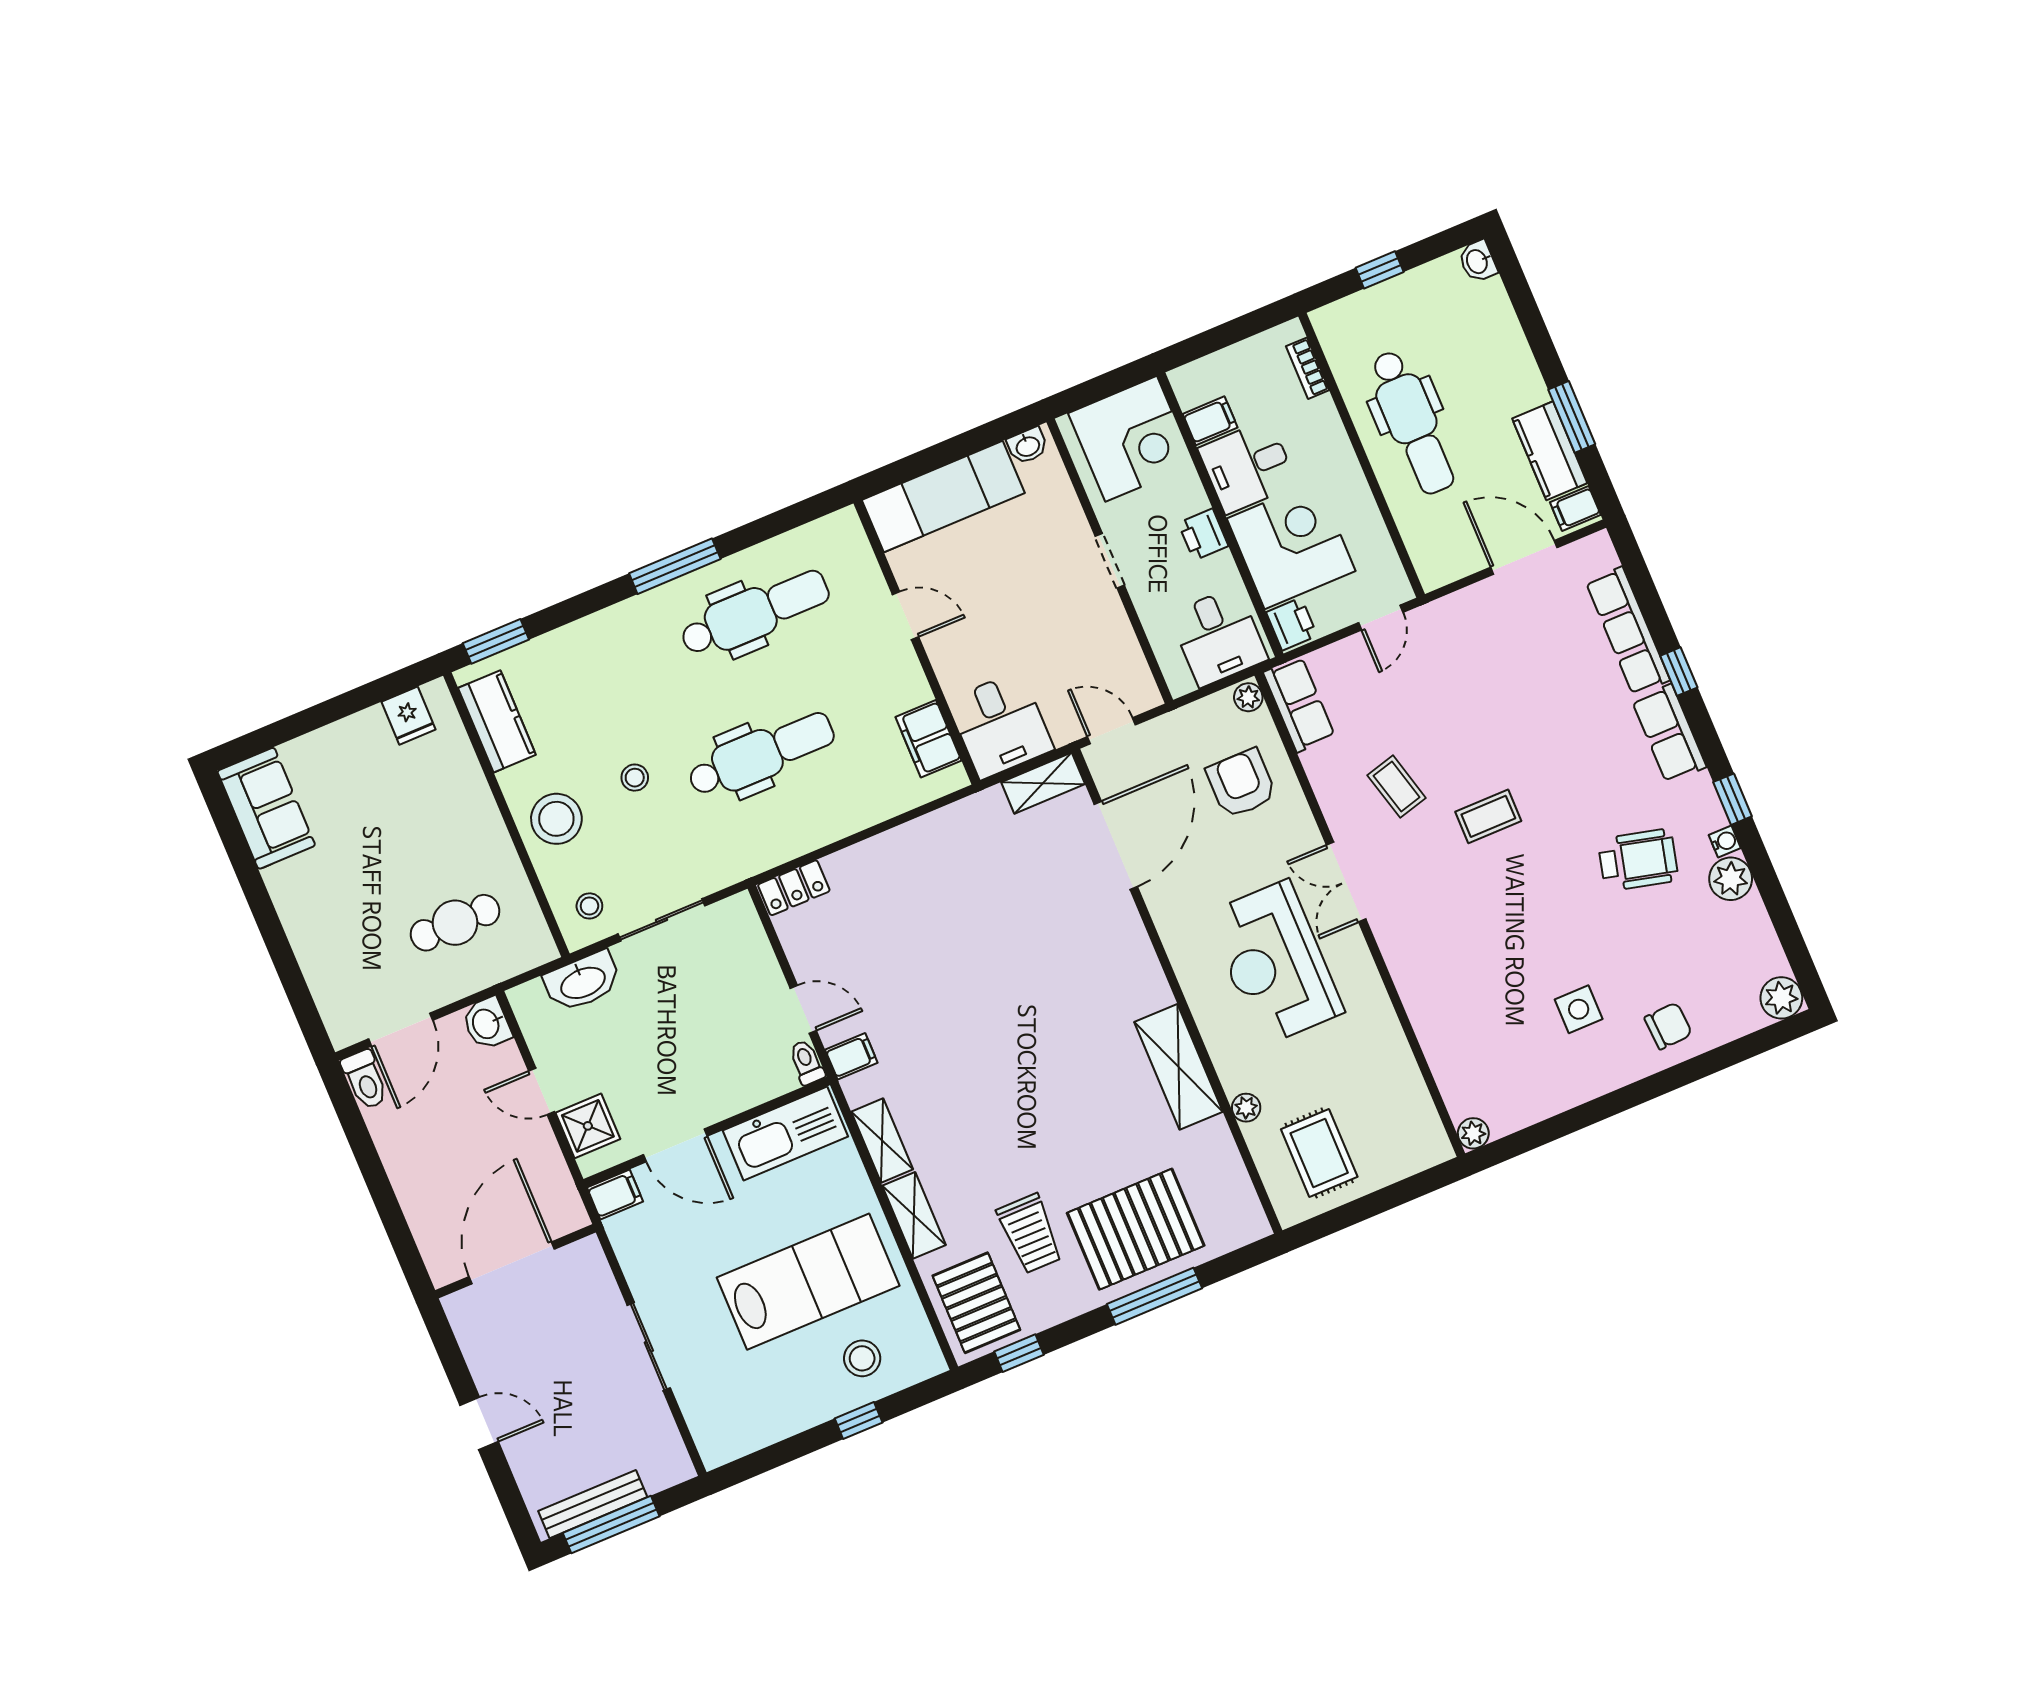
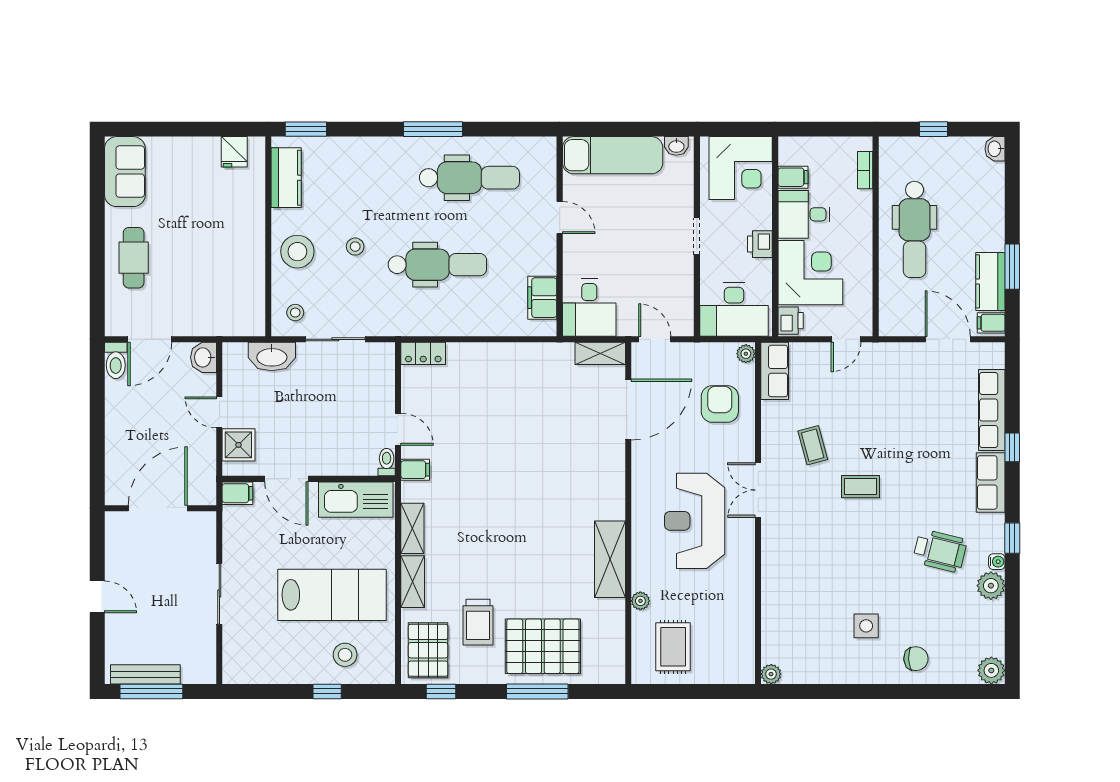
desk: (1218, 637) -> (734, 310), width x1.37
cafe table: (455, 923) -> (134, 258), moved, turned 90

